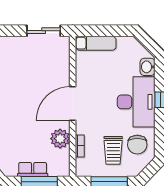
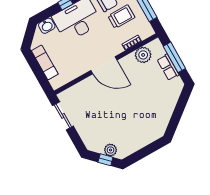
exam couch: (96, 43) -> (45, 62), moved
plant: (60, 139) -> (143, 55), moved

